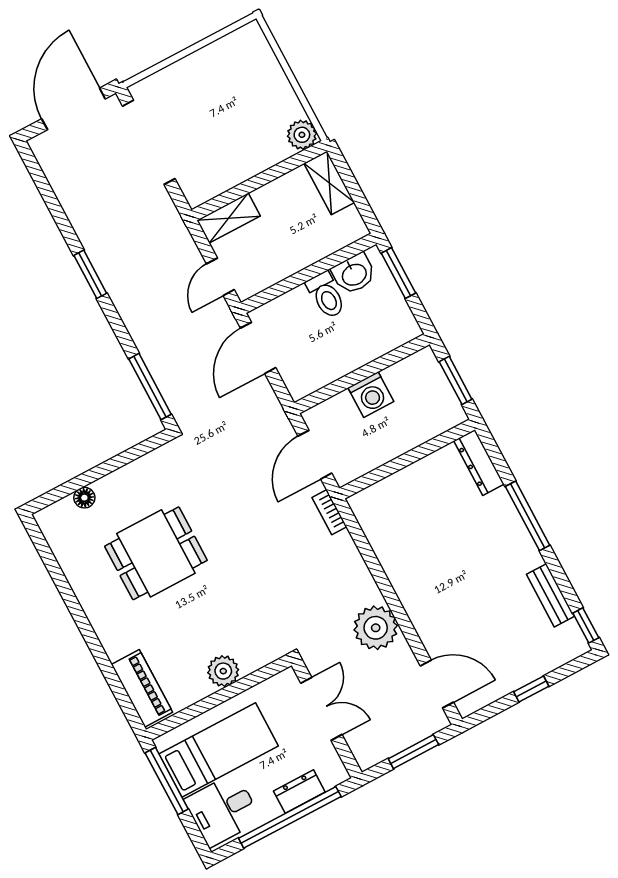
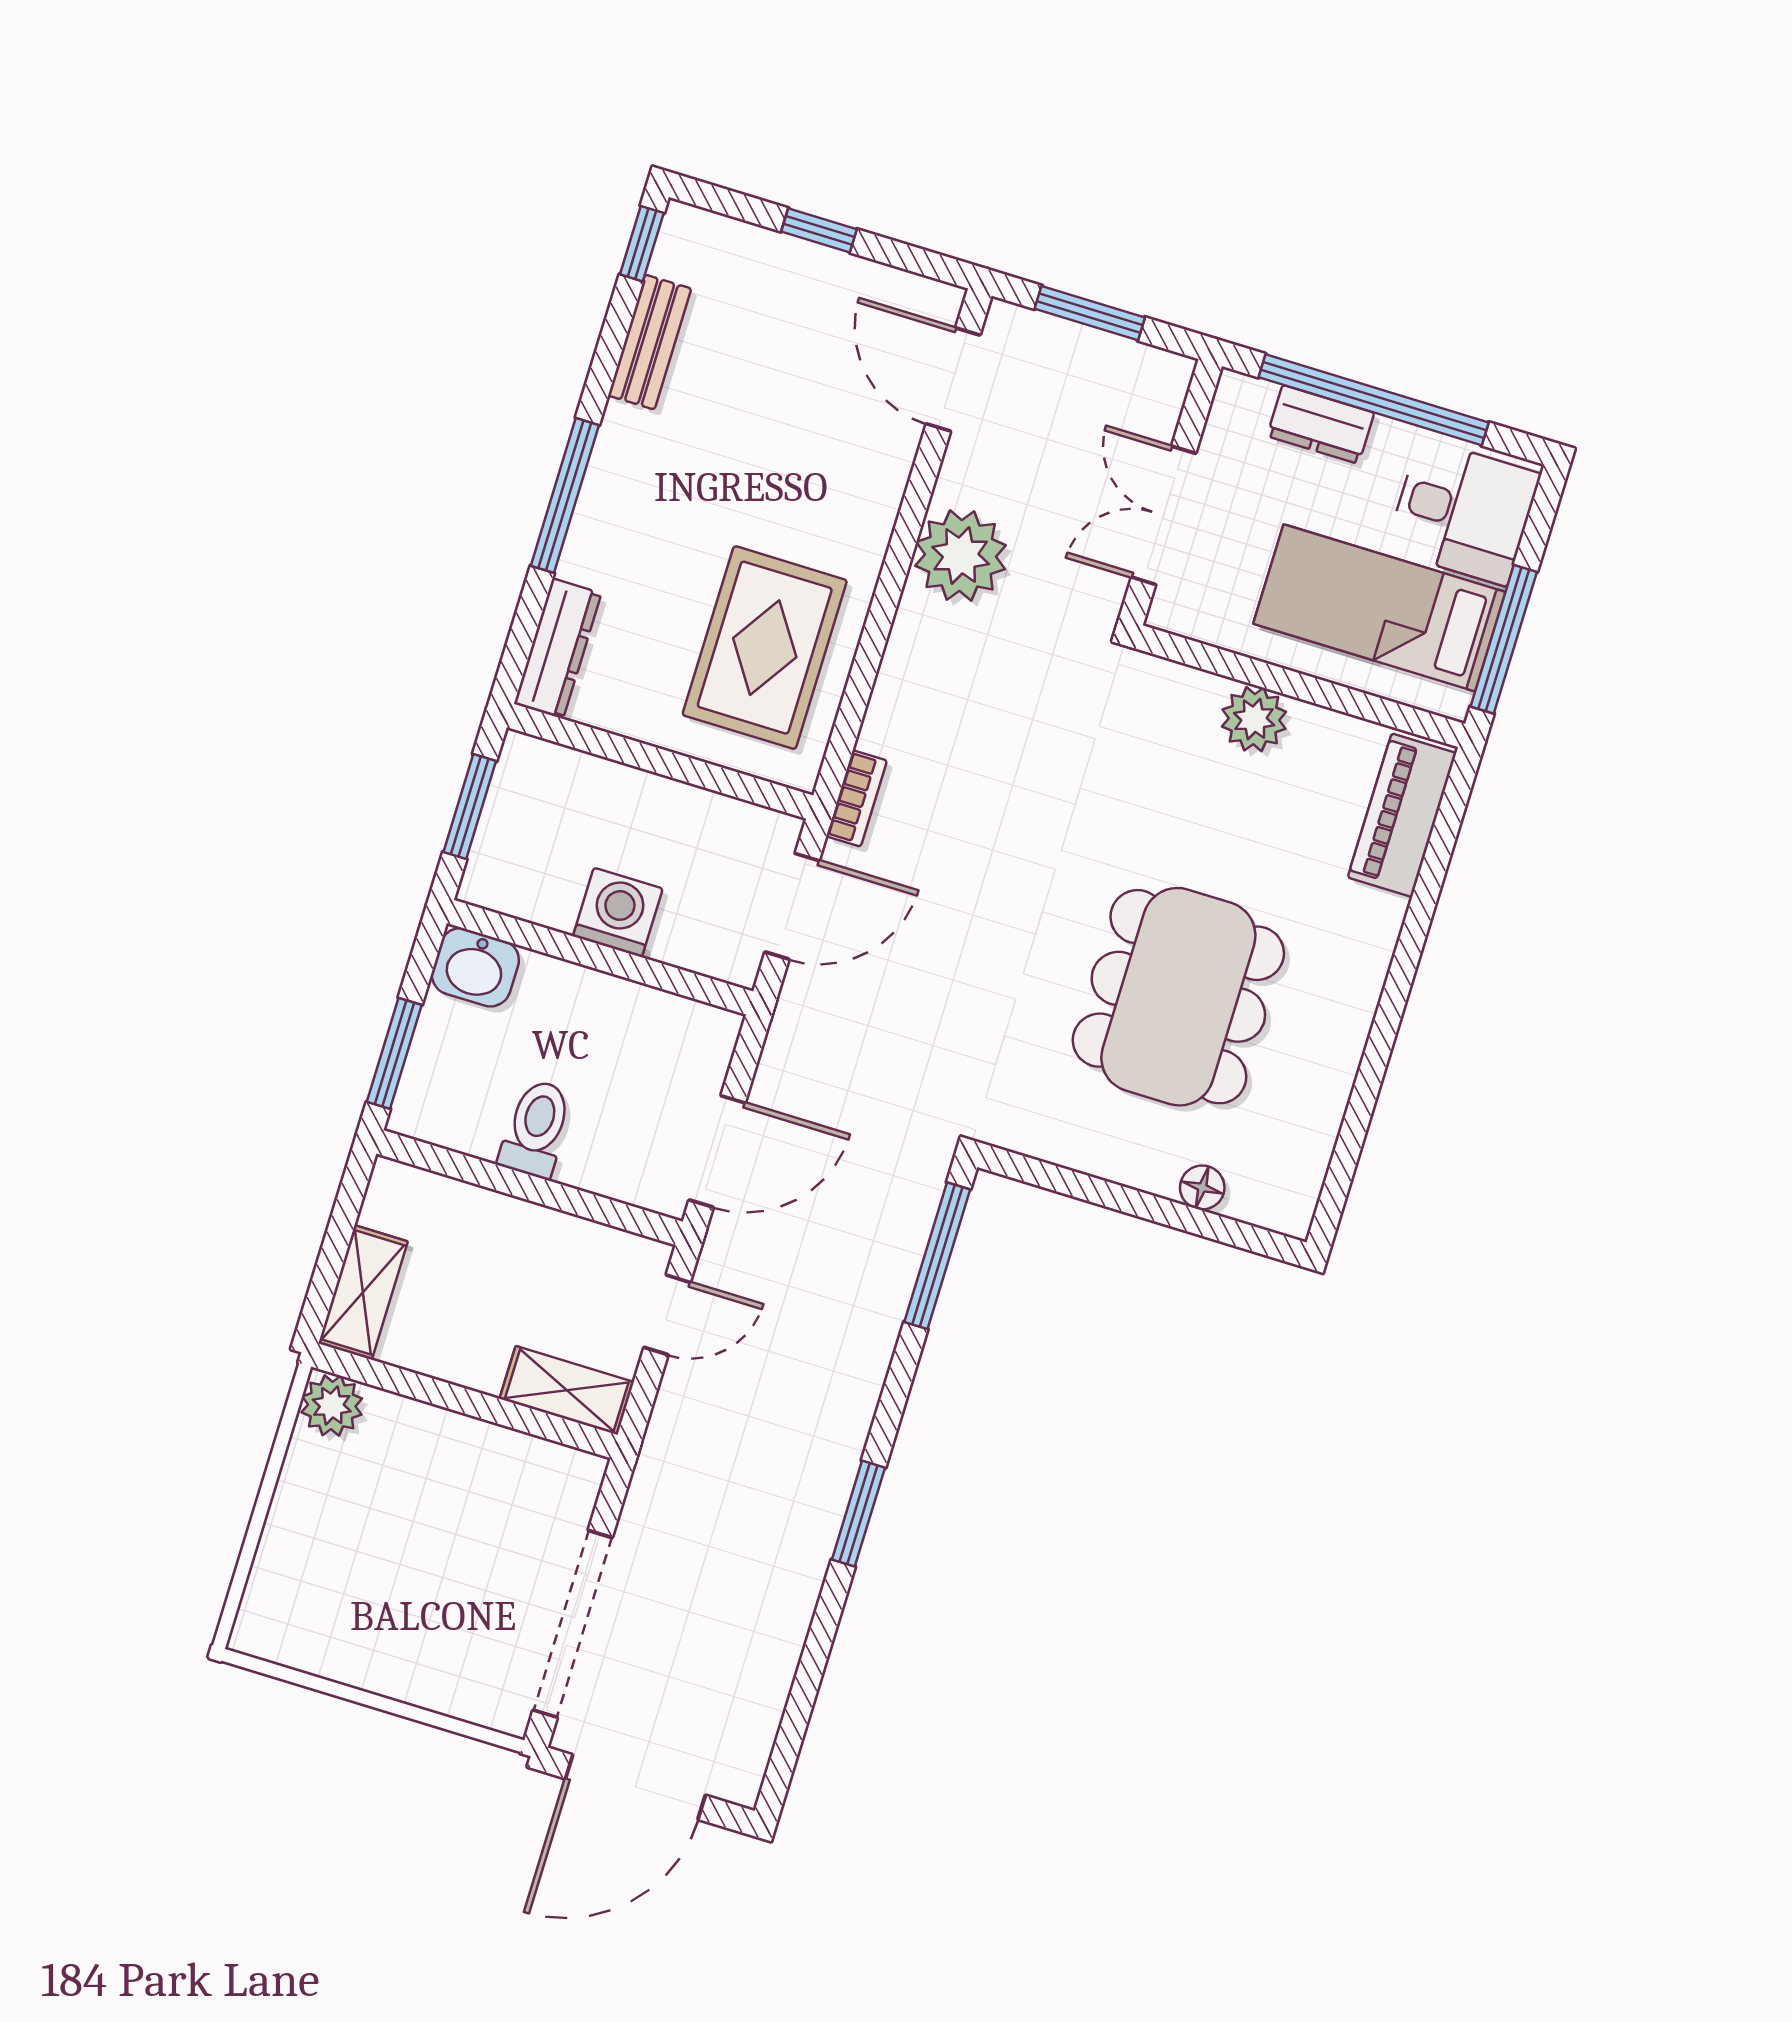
washbasin: (354, 274) -> (475, 967), moved, turned 180
rug: (410, 532) -> (765, 648), added
dining table: (156, 553) -> (1178, 997), width x1.38

